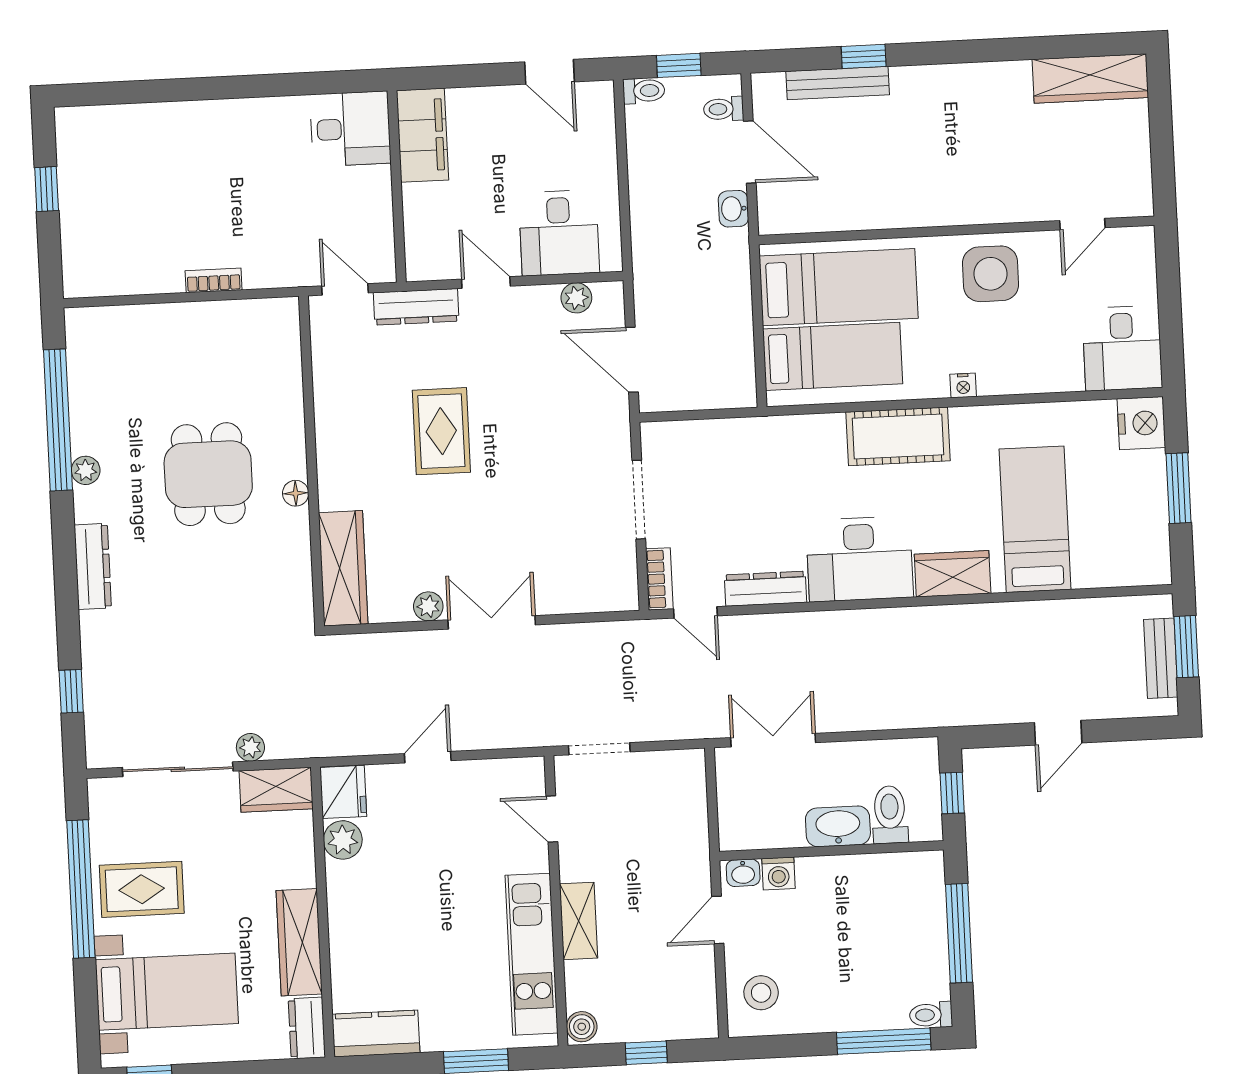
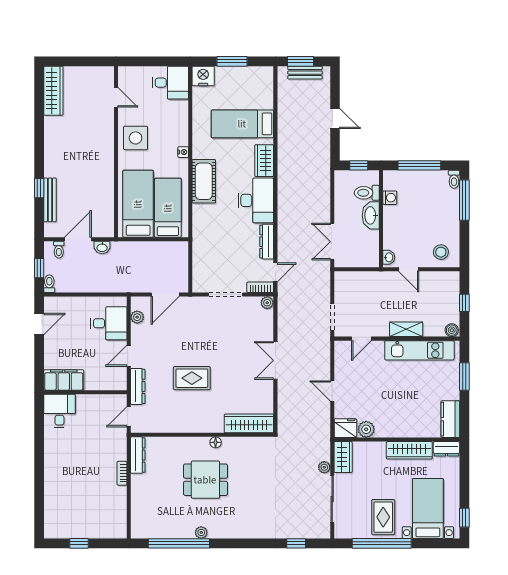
dresser: (93, 566) -> (138, 455), moved, turned 90
plant: (428, 606) -> (267, 303), moved
washing machine: (779, 874) -> (390, 198), moved

